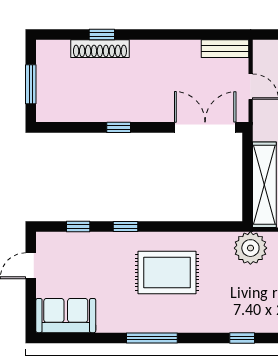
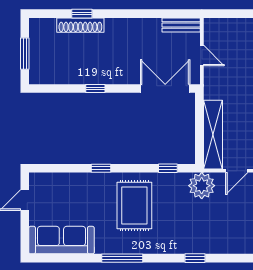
window: (78, 226) -> (168, 168), moved
rug: (167, 273) -> (134, 205), turned 90
sofa: (66, 316) -> (61, 240), width x1.36

